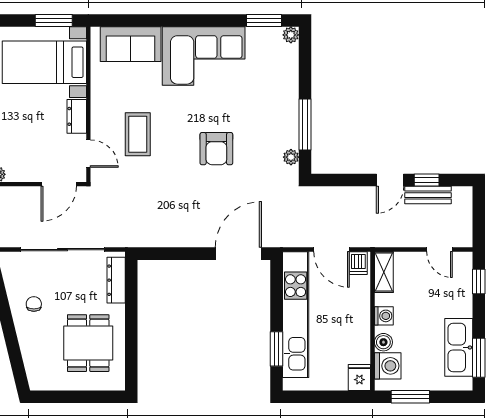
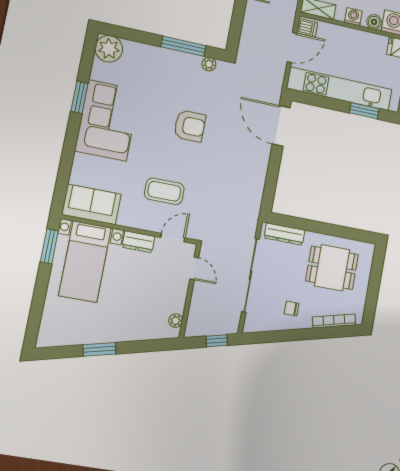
window: (264, 21) -> (79, 97), moved
plant: (291, 35) -> (109, 49), width x1.88, depth x1.88
sofa: (131, 44) -> (91, 204), moved, turned -90
door: (59, 184) -> (194, 268), width x0.73
bookcase: (28, 356) -> (334, 321), added

